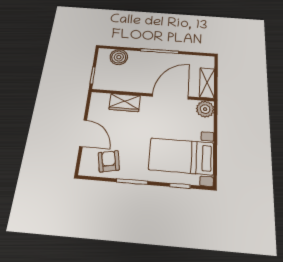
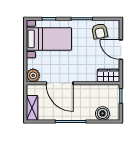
shelving: (207, 83) -> (32, 108), moved
door: (170, 97) -> (60, 83), hinge flipped
wardrobe: (125, 103) -> (109, 76), moved

